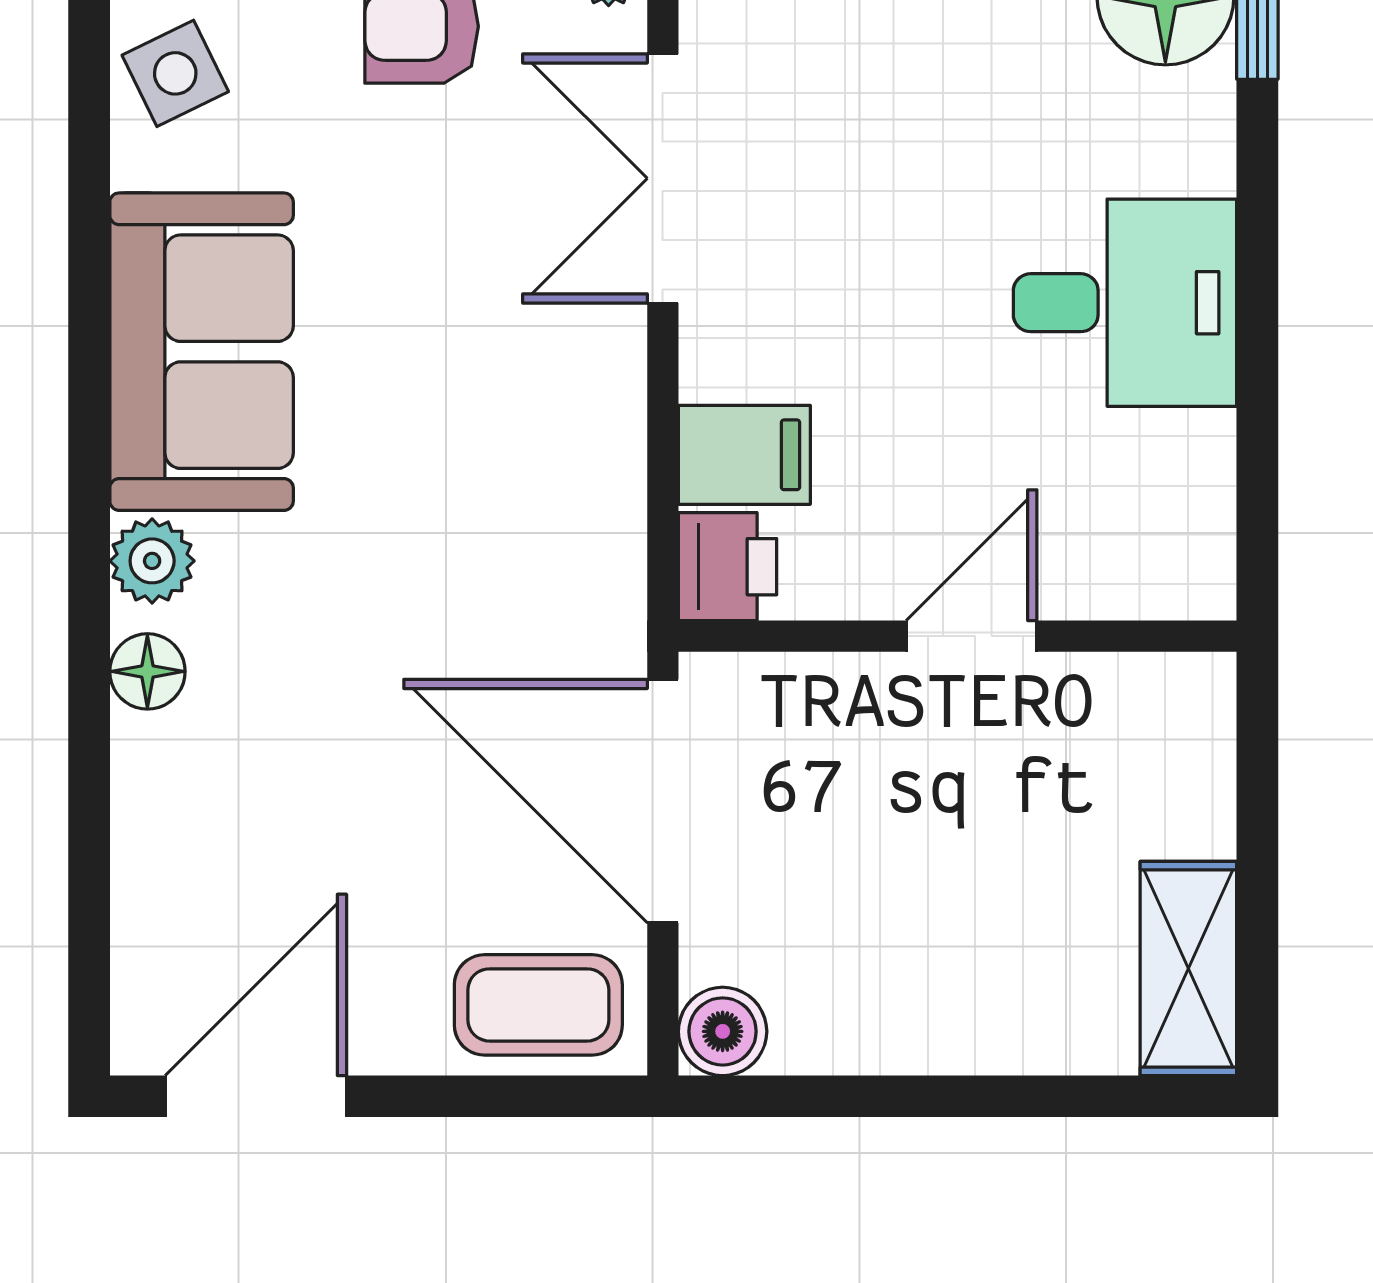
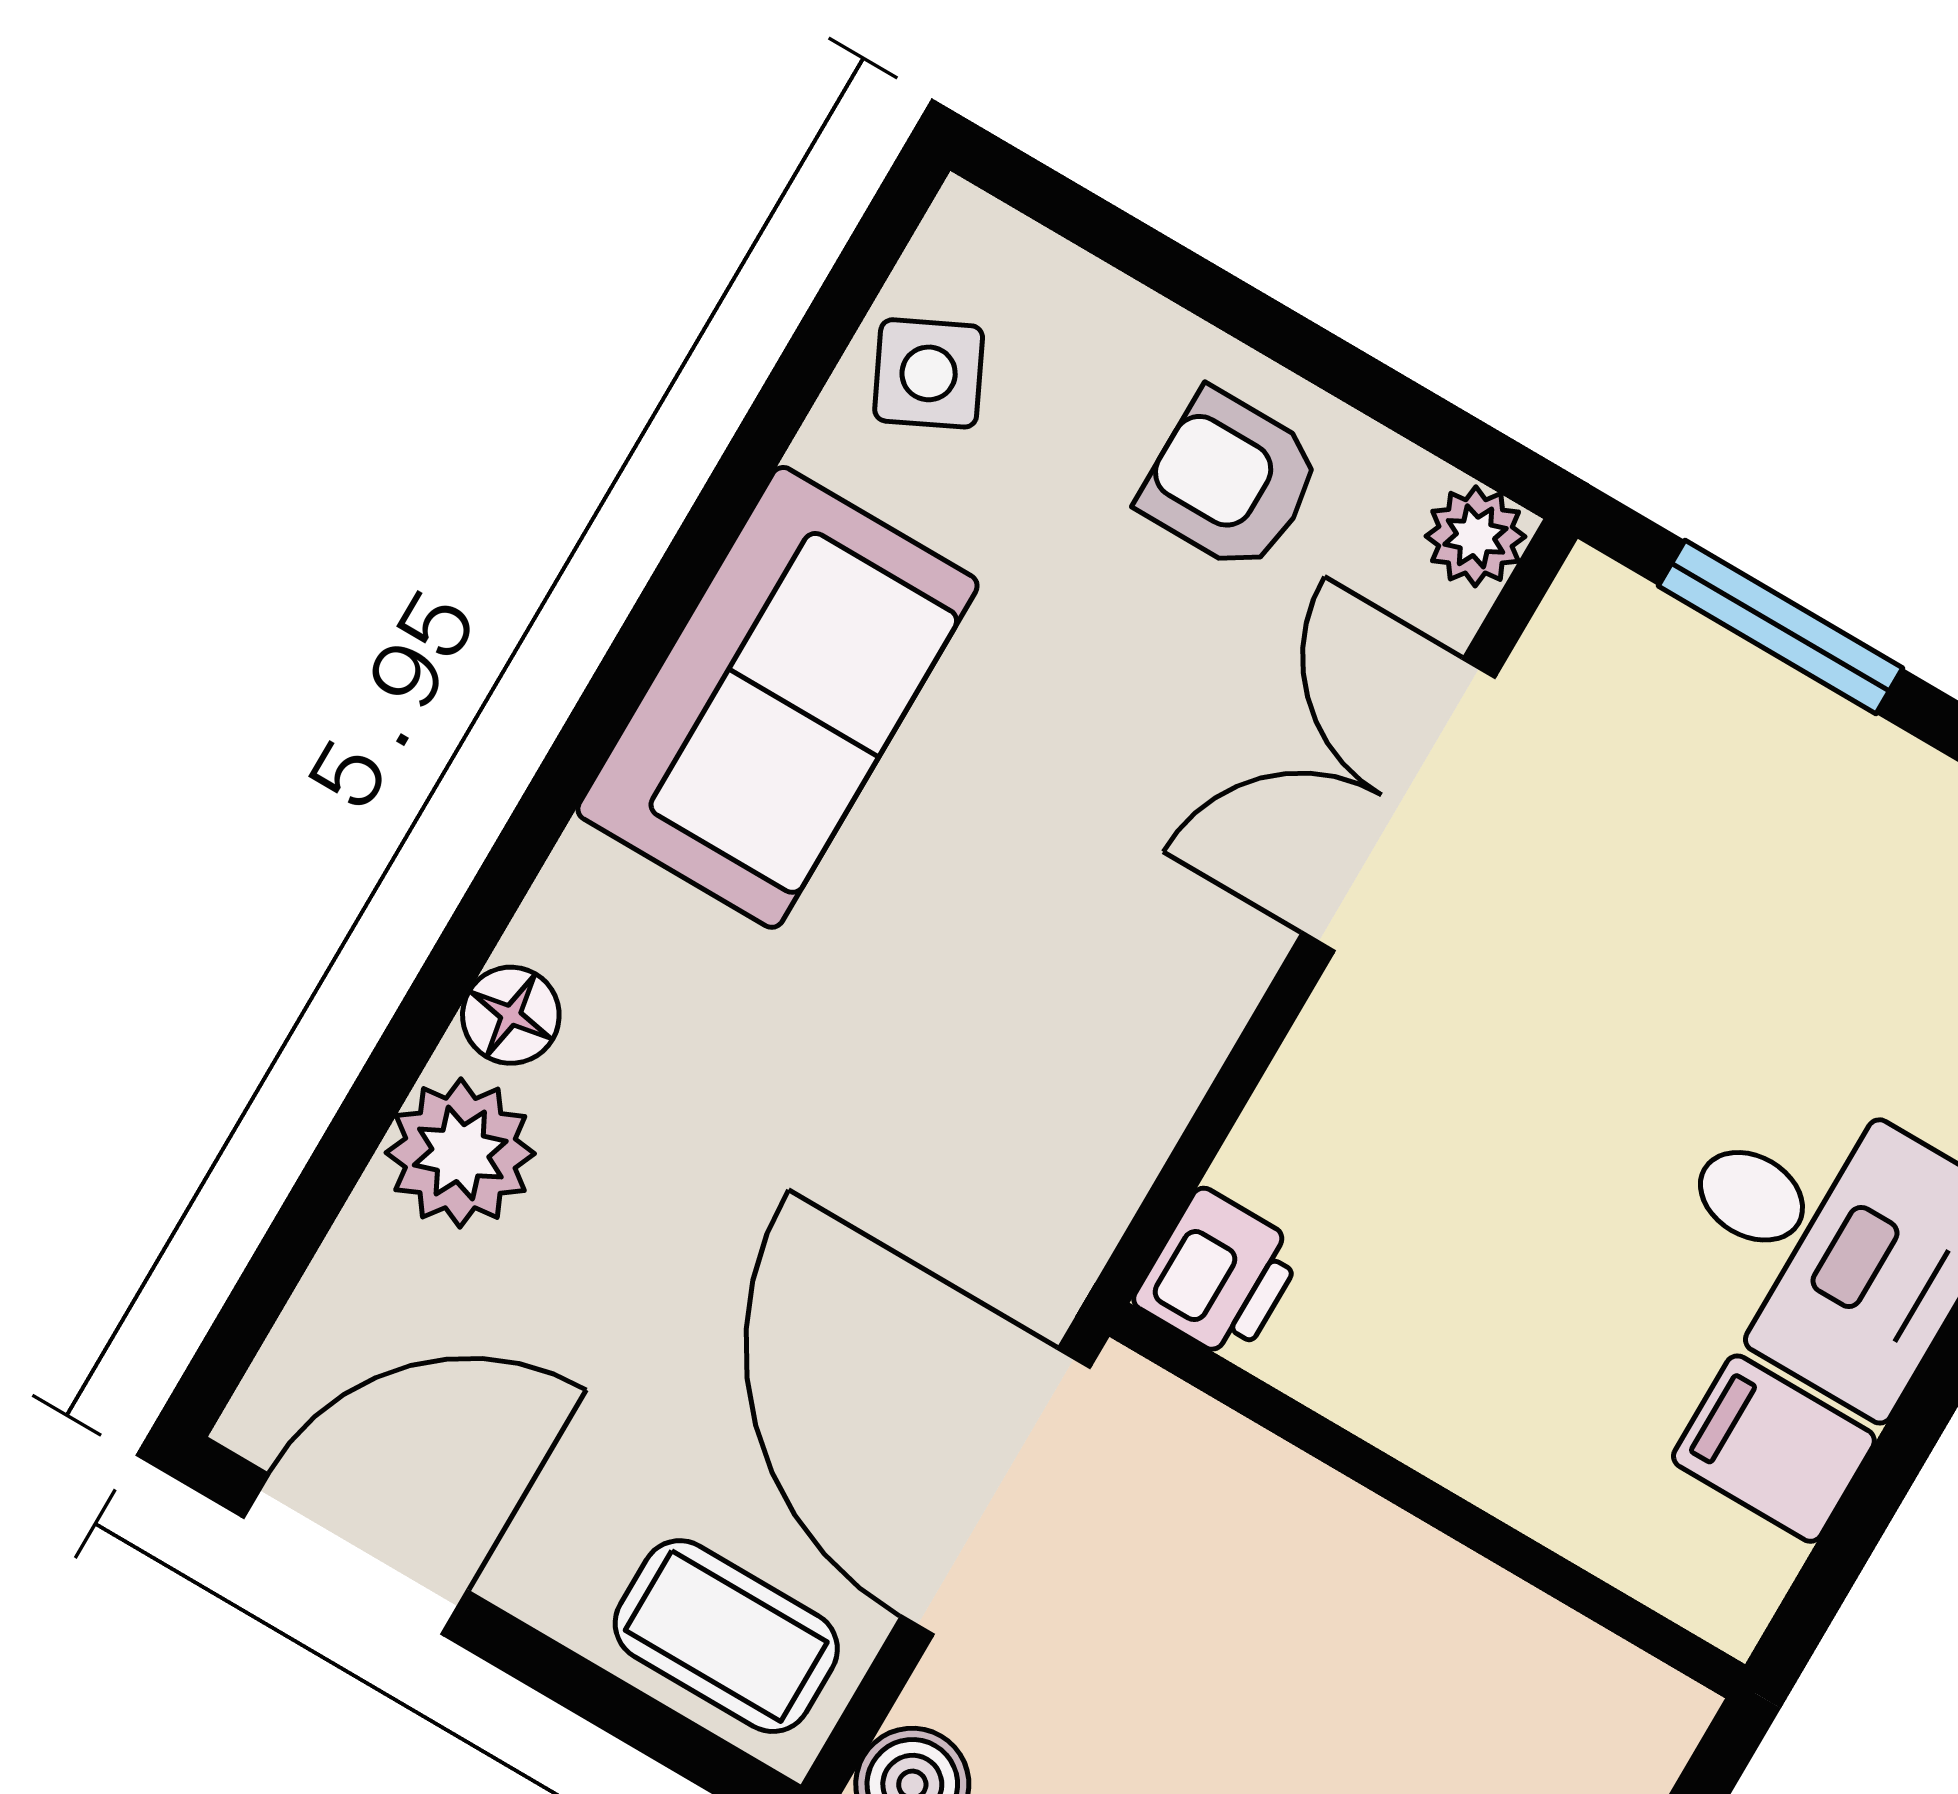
filing cabinet: (744, 455) -> (1774, 1449), moved, turned 180
plant: (152, 561) -> (460, 1153), moved, width x1.38, depth x1.38
door: (972, 636) -> (1443, 1510), removed

